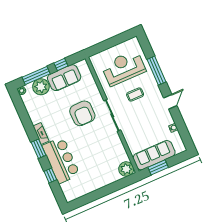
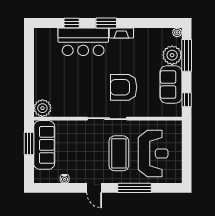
window: (61, 65) -> (187, 100), moved
coffee table: (135, 94) -> (119, 153), width x1.86, depth x1.72

